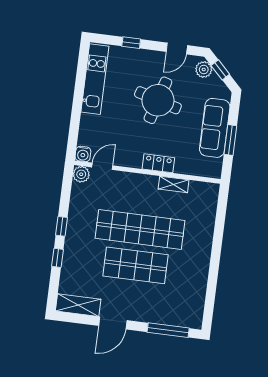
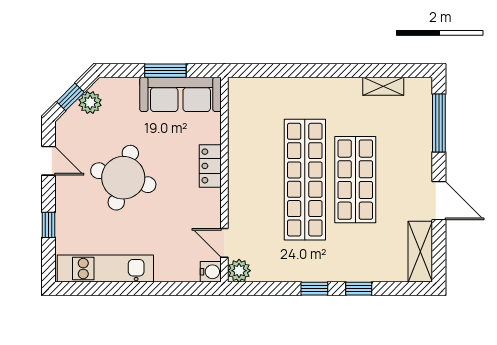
plant: (204, 70) -> (90, 103), moved
sofa: (215, 128) -> (180, 94), moved
shelving: (174, 184) -> (383, 86), moved, turned 90

